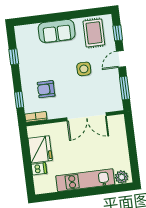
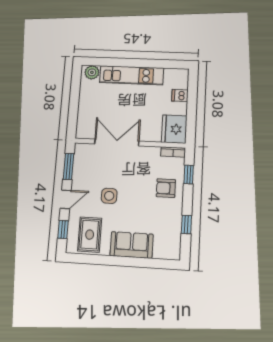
armchair: (46, 89) -> (166, 188), moved, turned 180
fridge: (40, 149) -> (174, 129), moved

